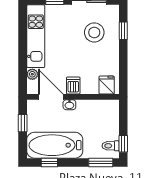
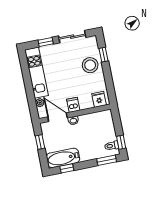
stool: (94, 32) -> (90, 65), moved
bathtub: (55, 145) -> (63, 158), width x0.73, depth x0.73

